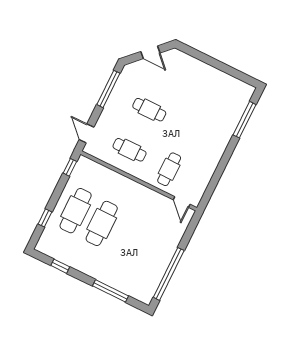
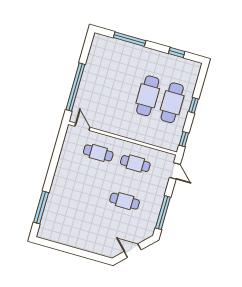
cafe table: (169, 169) -> (98, 153), turned 90
window: (45, 218) -> (194, 105), moved
window: (169, 274) -> (75, 87), moved

